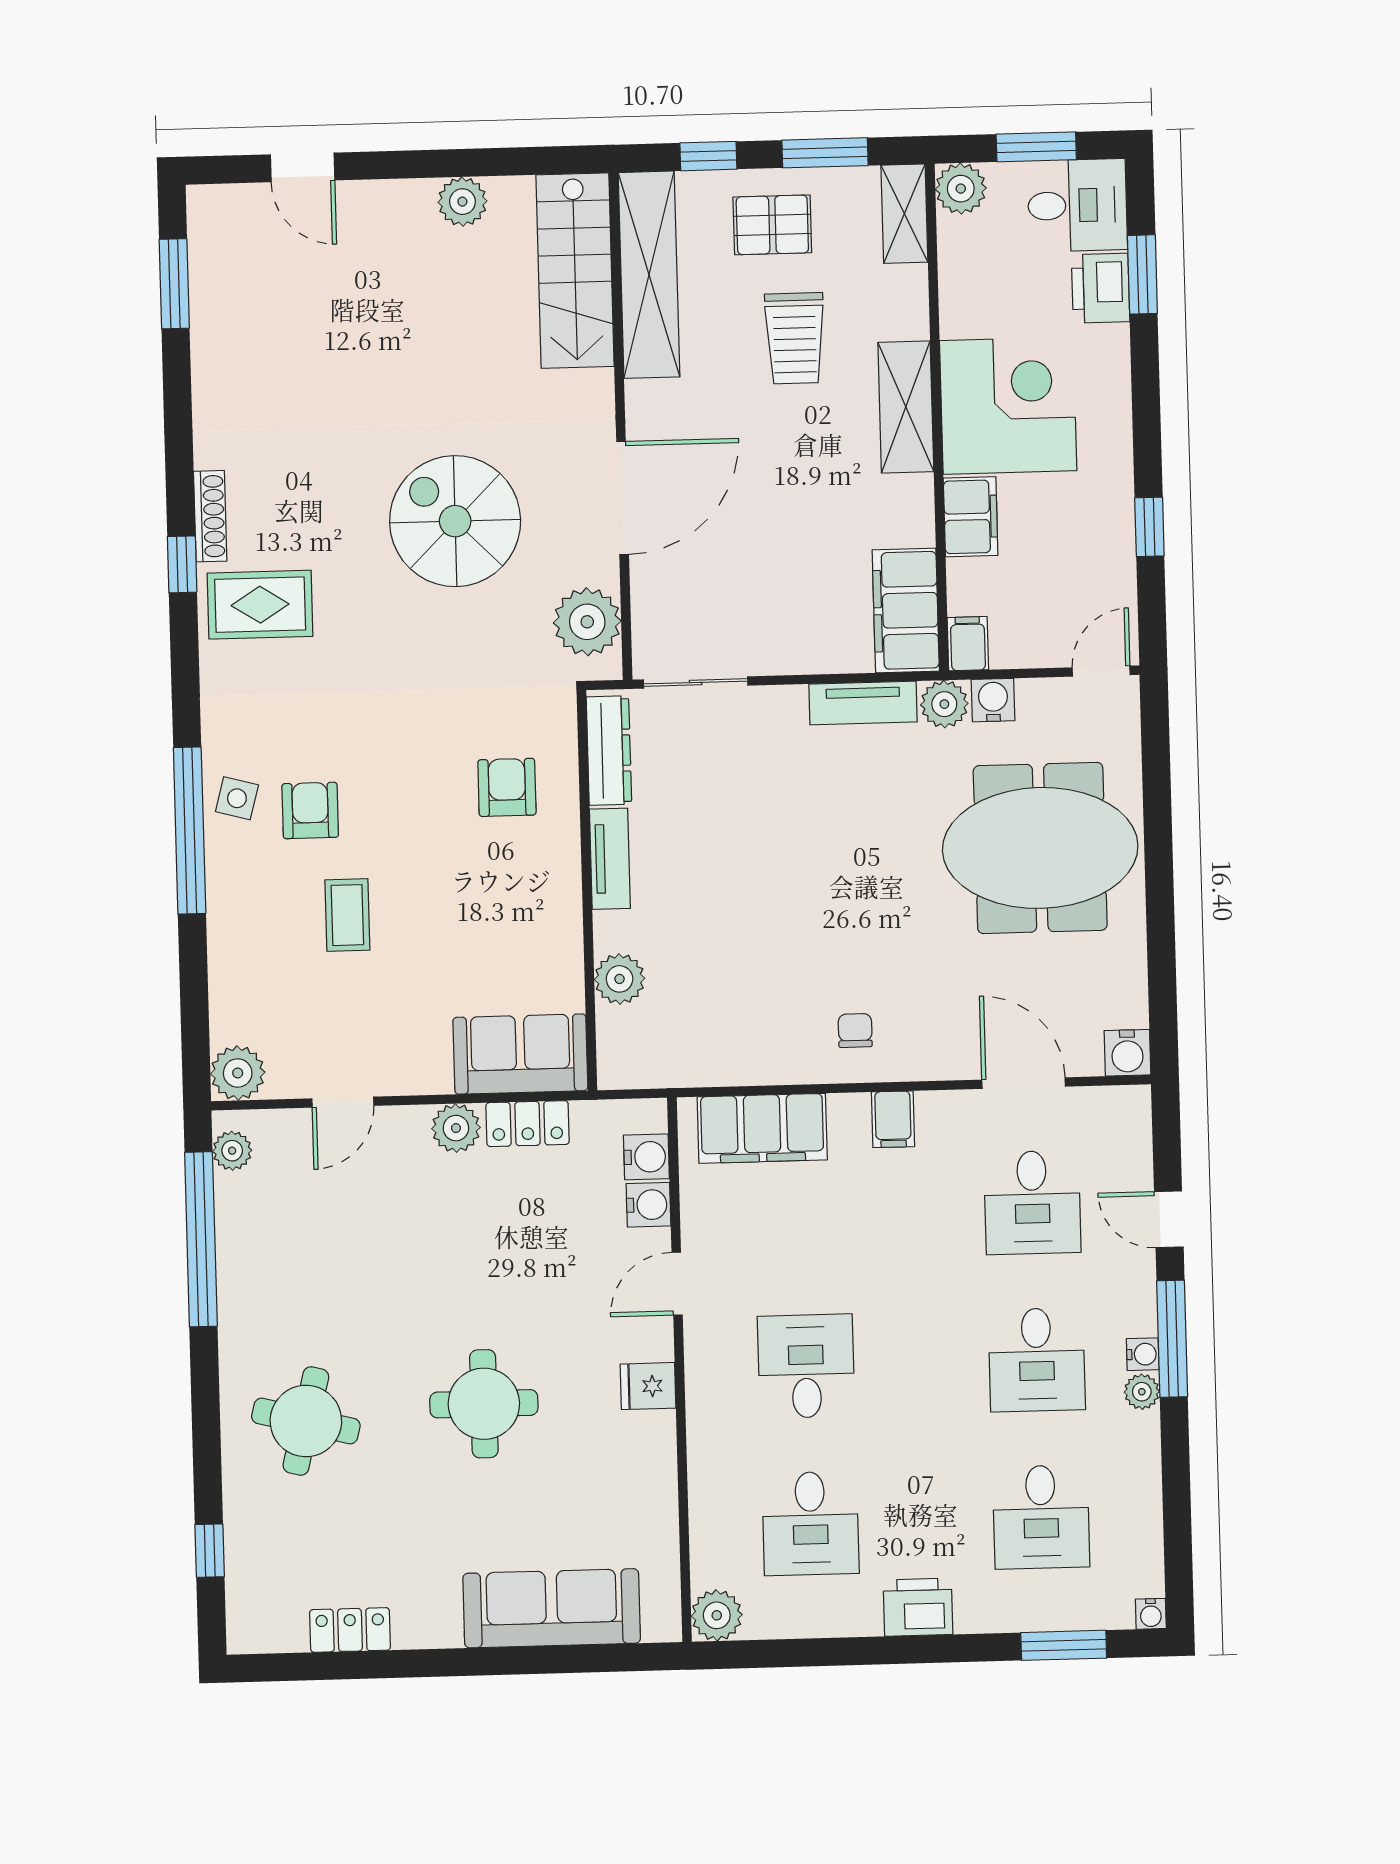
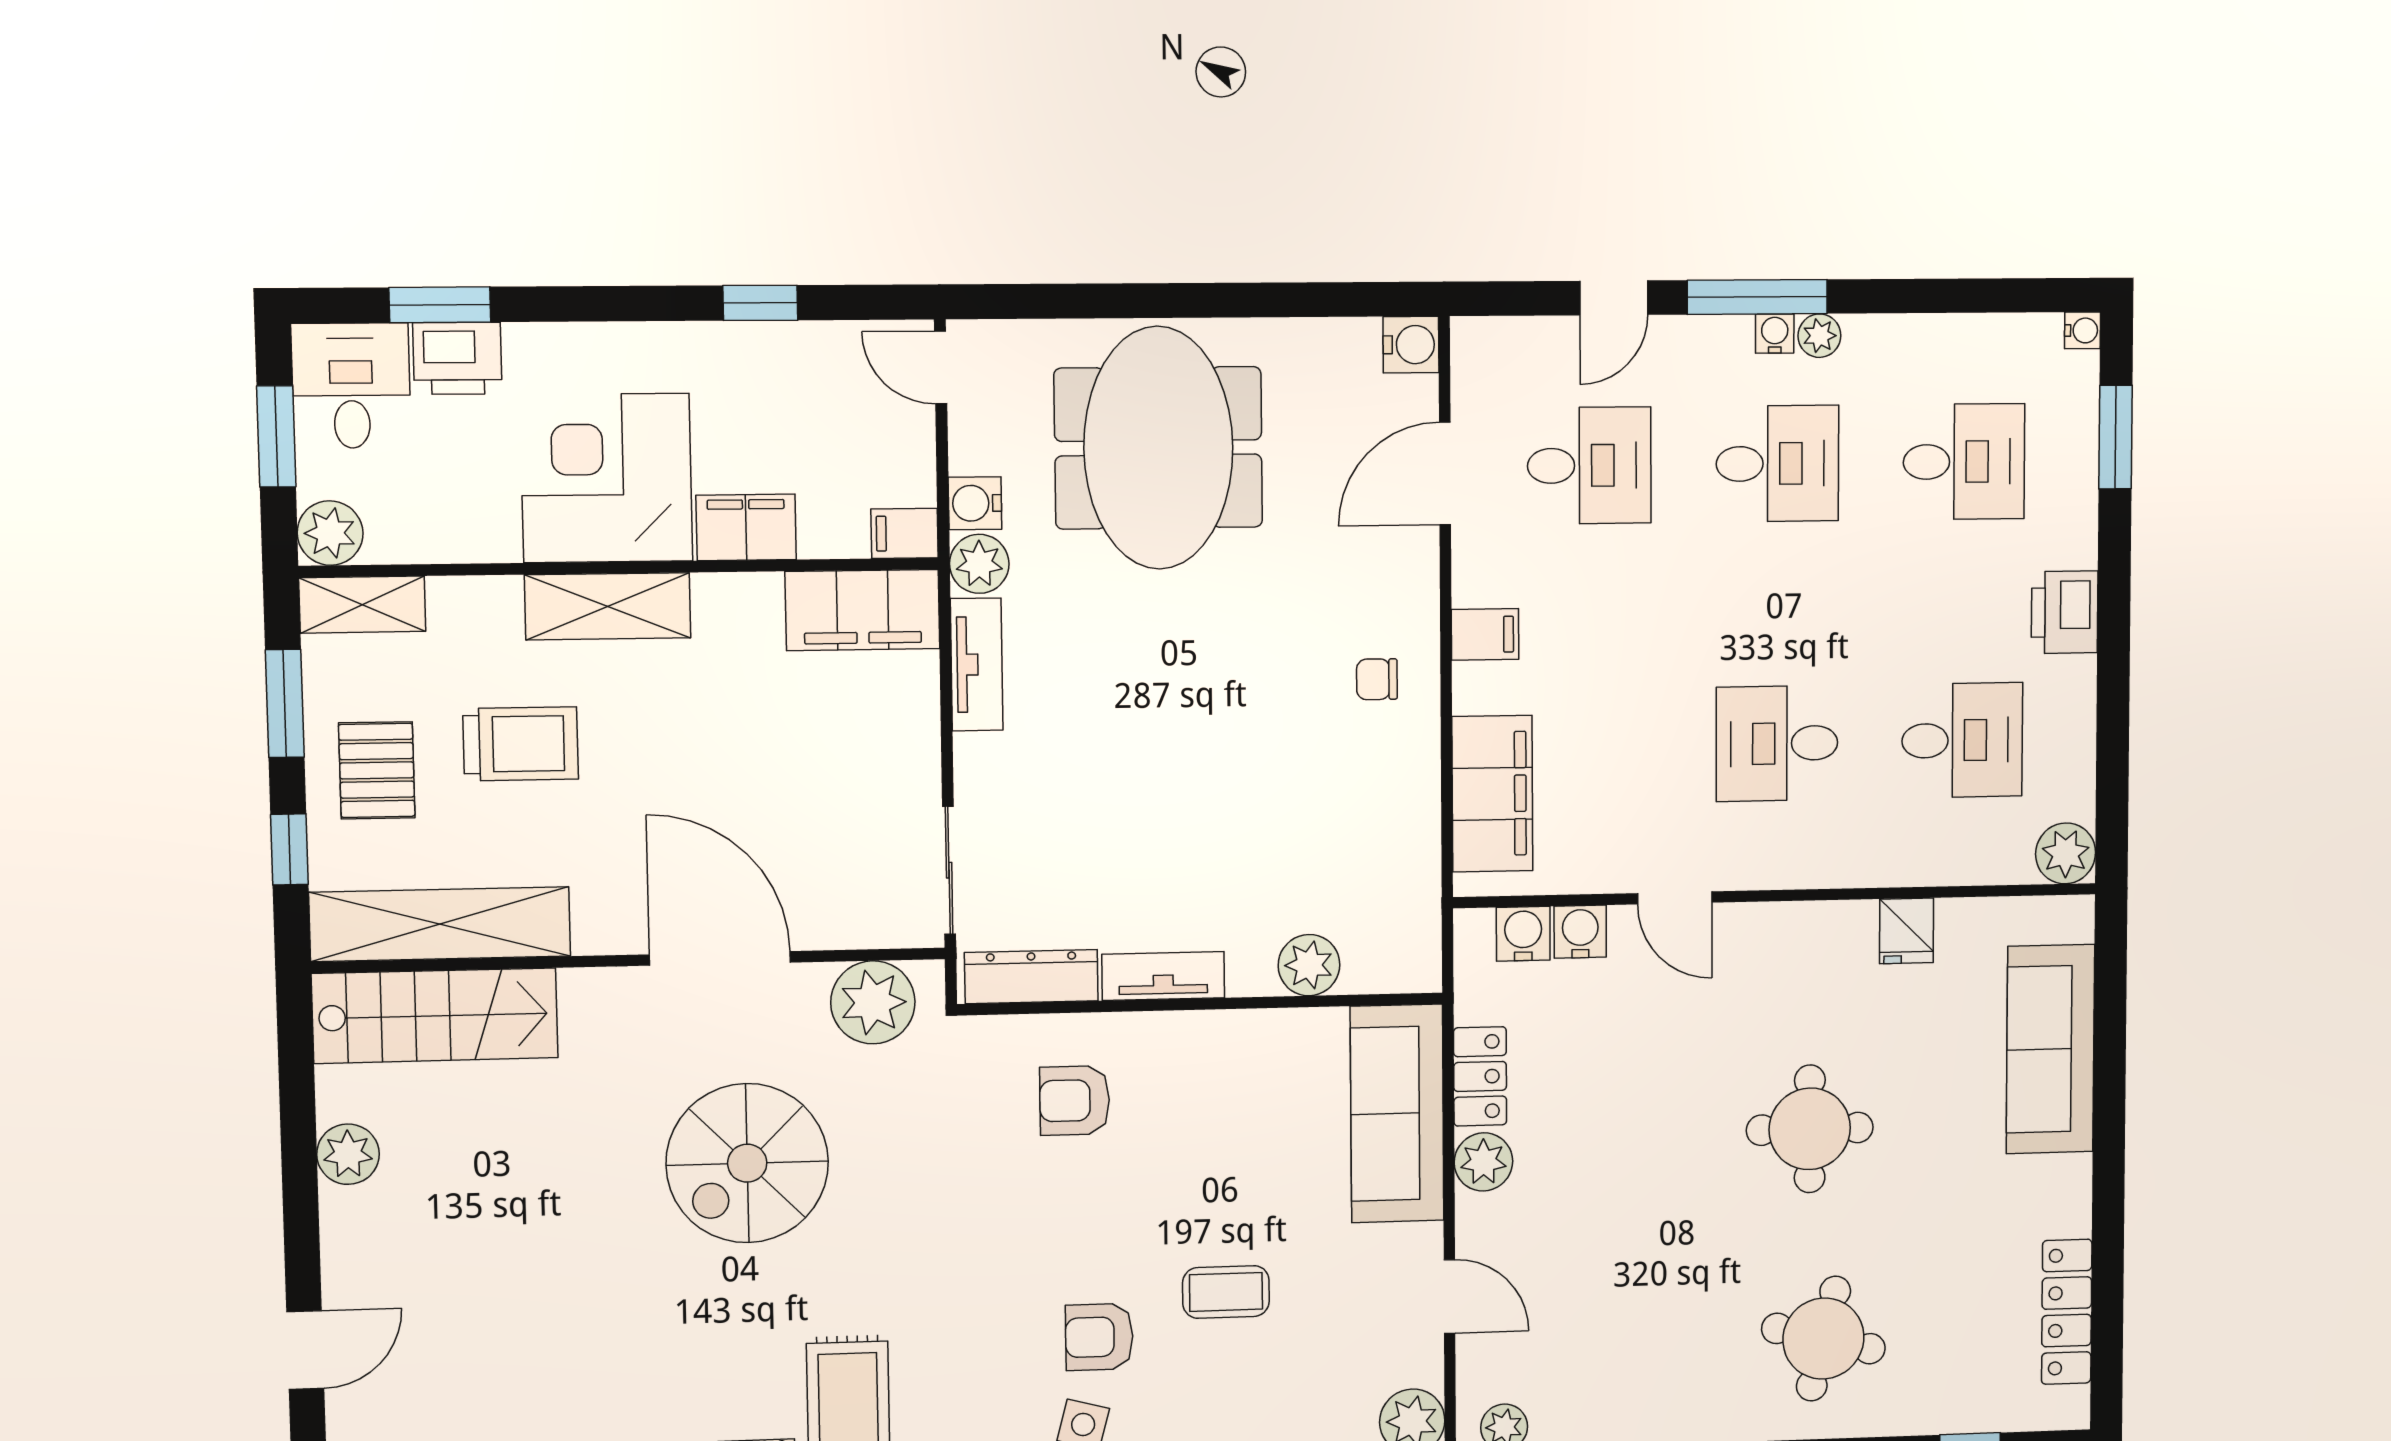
sofa: (520, 1054) -> (1397, 1114), width x1.36
fridge: (648, 1386) -> (1907, 931), moved
locker: (350, 1630) -> (2067, 1312), width x1.53

